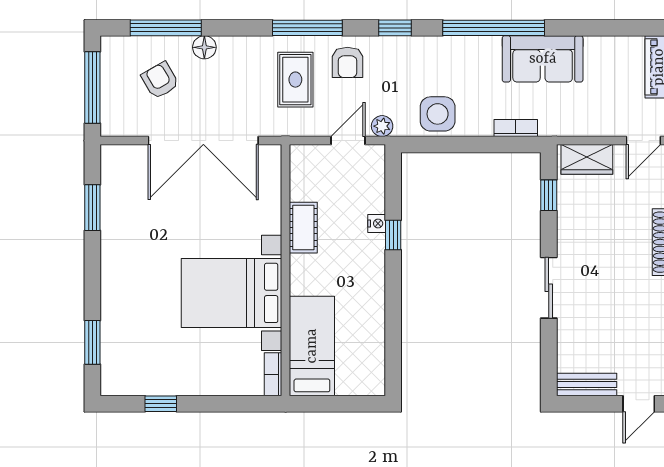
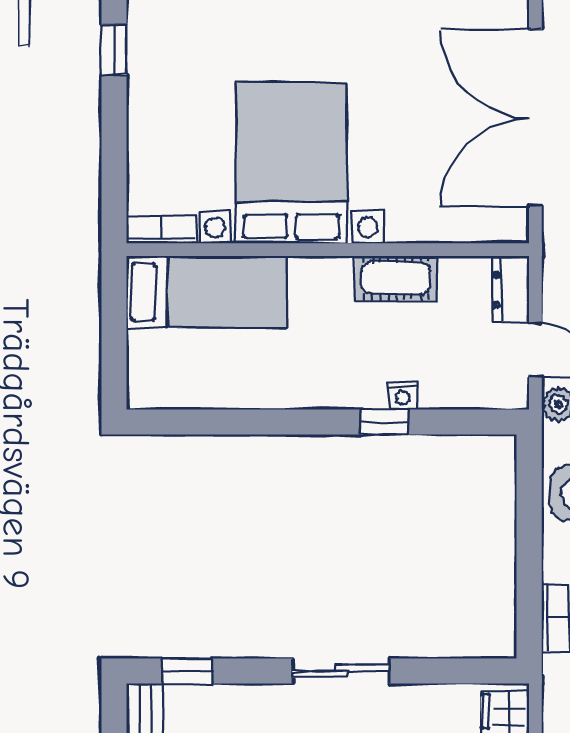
dresser: (311, 156) -> (511, 290), added
window: (549, 195) -> (187, 671), moved
sliding door: (549, 288) -> (341, 671), moved

